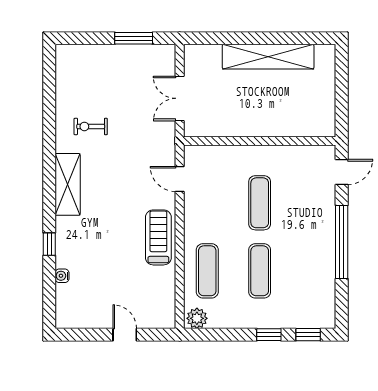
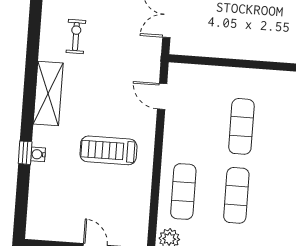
exercise bike: (91, 126) -> (76, 36), turned 90
treadmill: (158, 237) -> (108, 150), moved, turned -90
water cooler: (62, 276) -> (38, 154), moved

